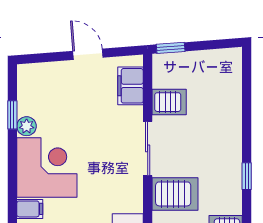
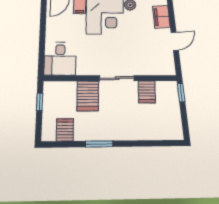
filing cabinet: (130, 86) -> (161, 17), moved, turned -94
window: (247, 176) -> (99, 144), width x1.50

